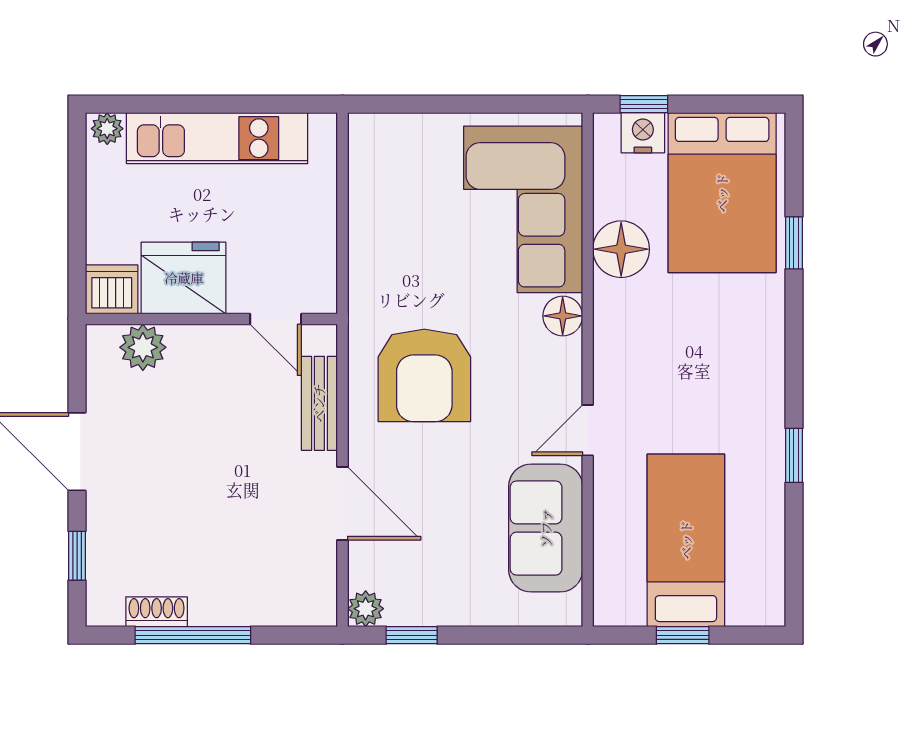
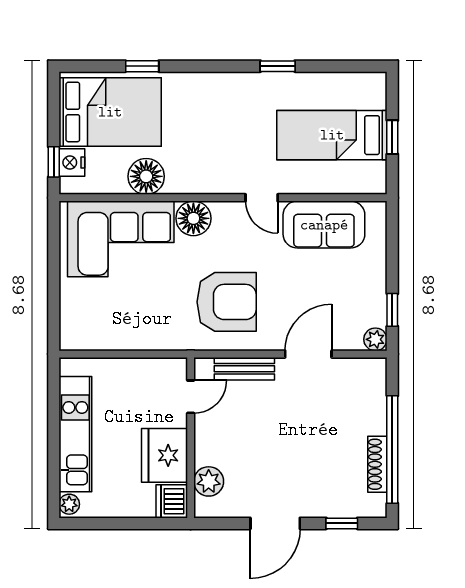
floor lamp: (563, 316) -> (193, 218), width x1.38, depth x1.38
shoe rack: (157, 612) -> (377, 464), width x1.43
window: (193, 635) -> (392, 449), width x1.46

